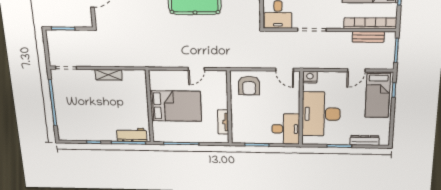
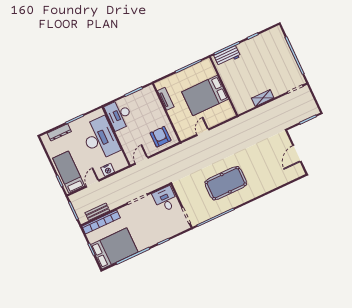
door: (285, 70) -> (142, 161), hinge flipped
nightstand: (310, 77) -> (108, 170), moved

